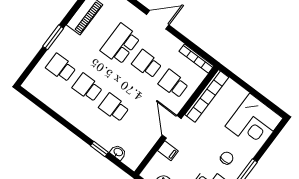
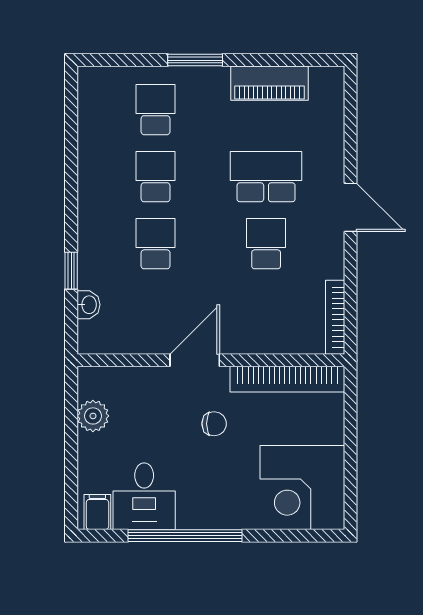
school desk: (173, 84) -> (266, 311), removed
filing cabinet: (168, 151) -> (151, 383), removed
chair: (227, 158) -> (214, 424), moved

